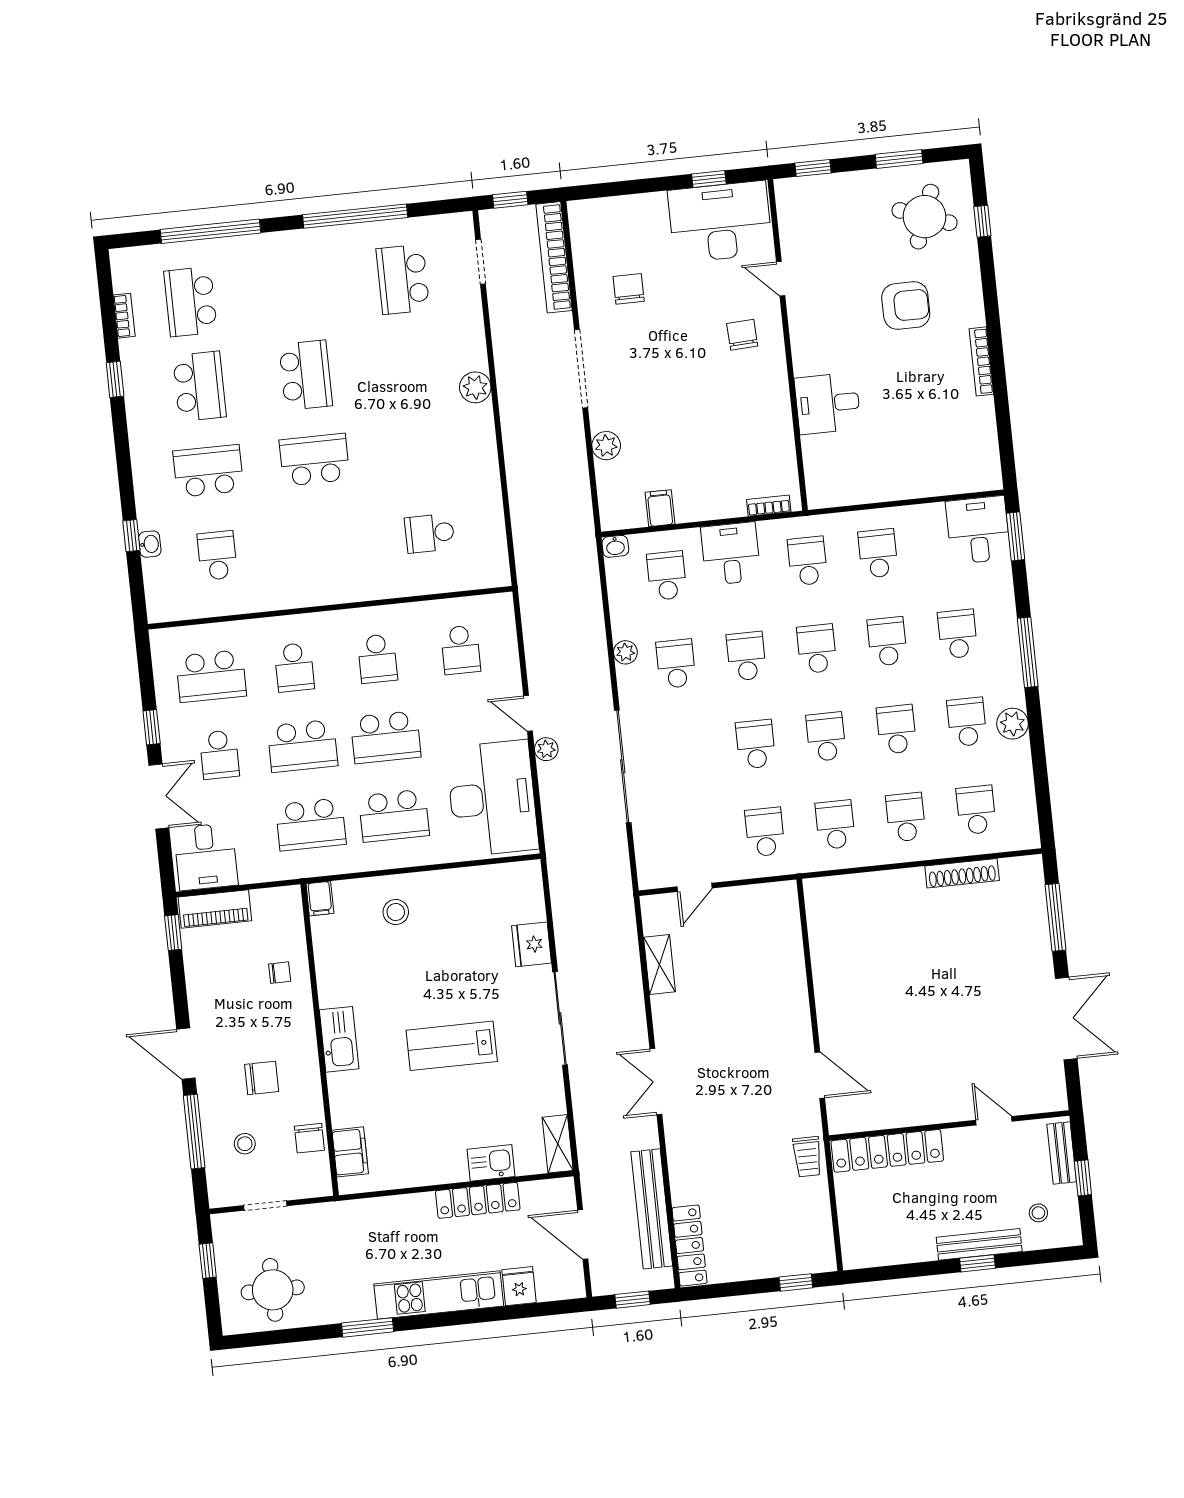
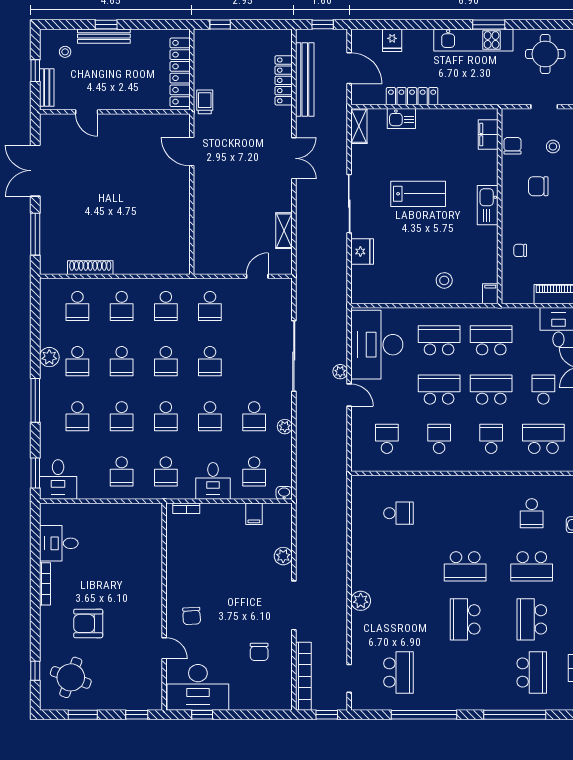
desk: (828, 403) -> (59, 543), moved, turned 180
locker: (887, 1151) -> (180, 72), moved, turned -90
locker: (690, 1246) -> (284, 80), moved
kitchen unit: (439, 1295) -> (473, 40), moved

